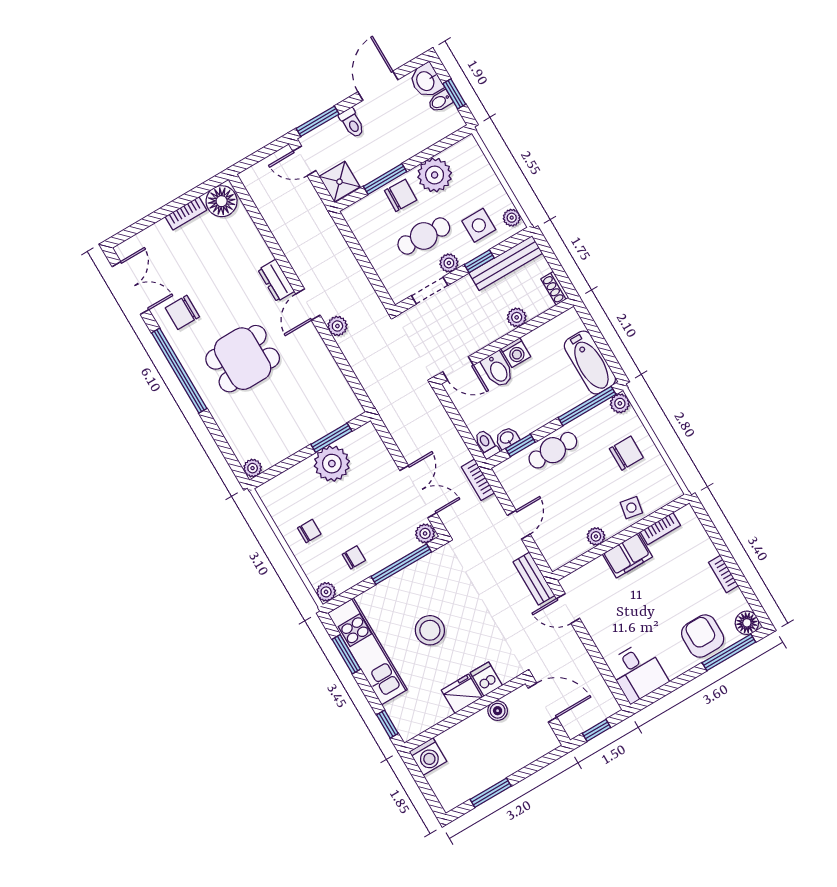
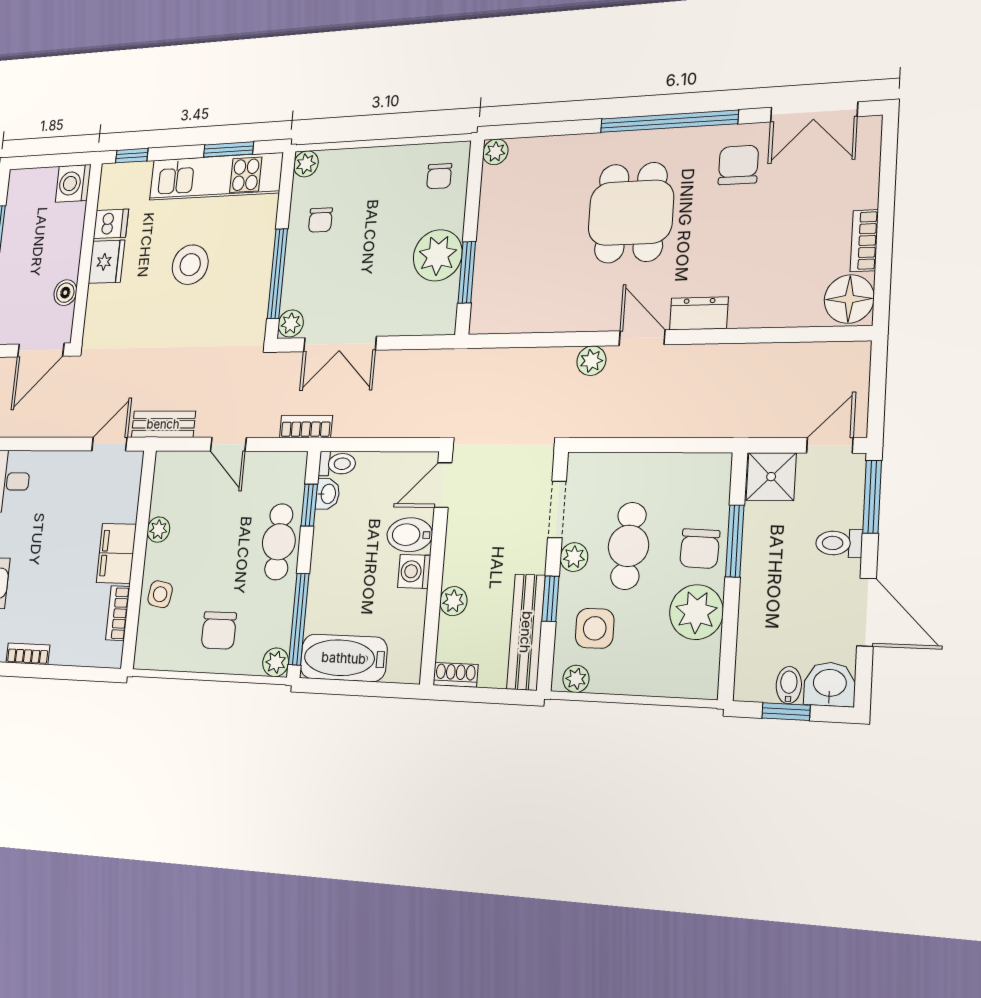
chair: (309, 531) -> (439, 176), moved
dishwasher: (486, 679) -> (111, 224), moved

